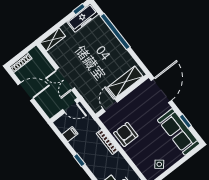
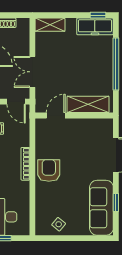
shelving: (125, 82) -> (88, 104), moved
wall: (122, 96) -> (74, 115), moved
door: (110, 105) -> (56, 115), moved

